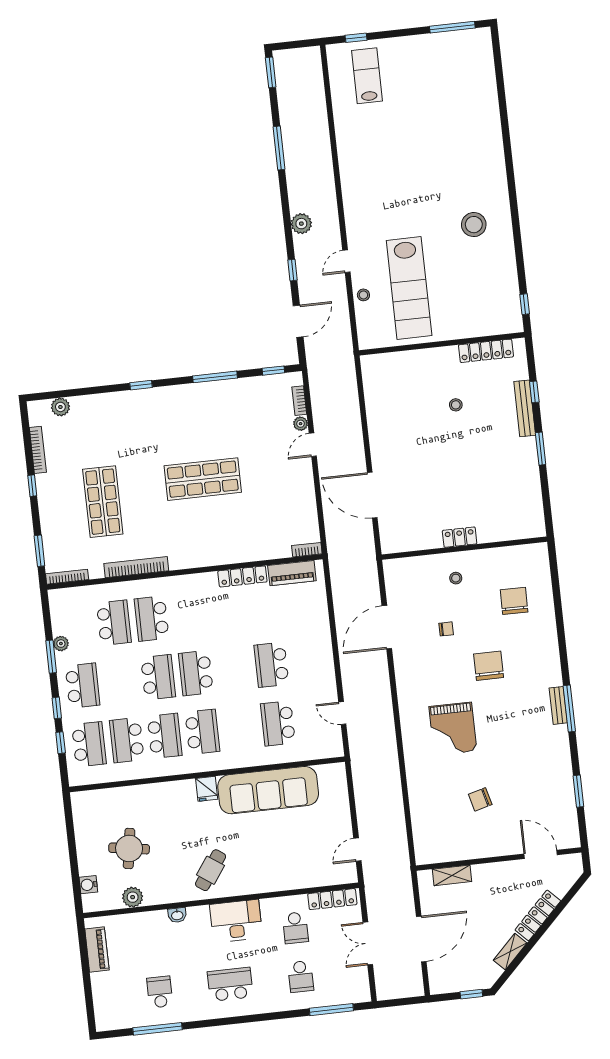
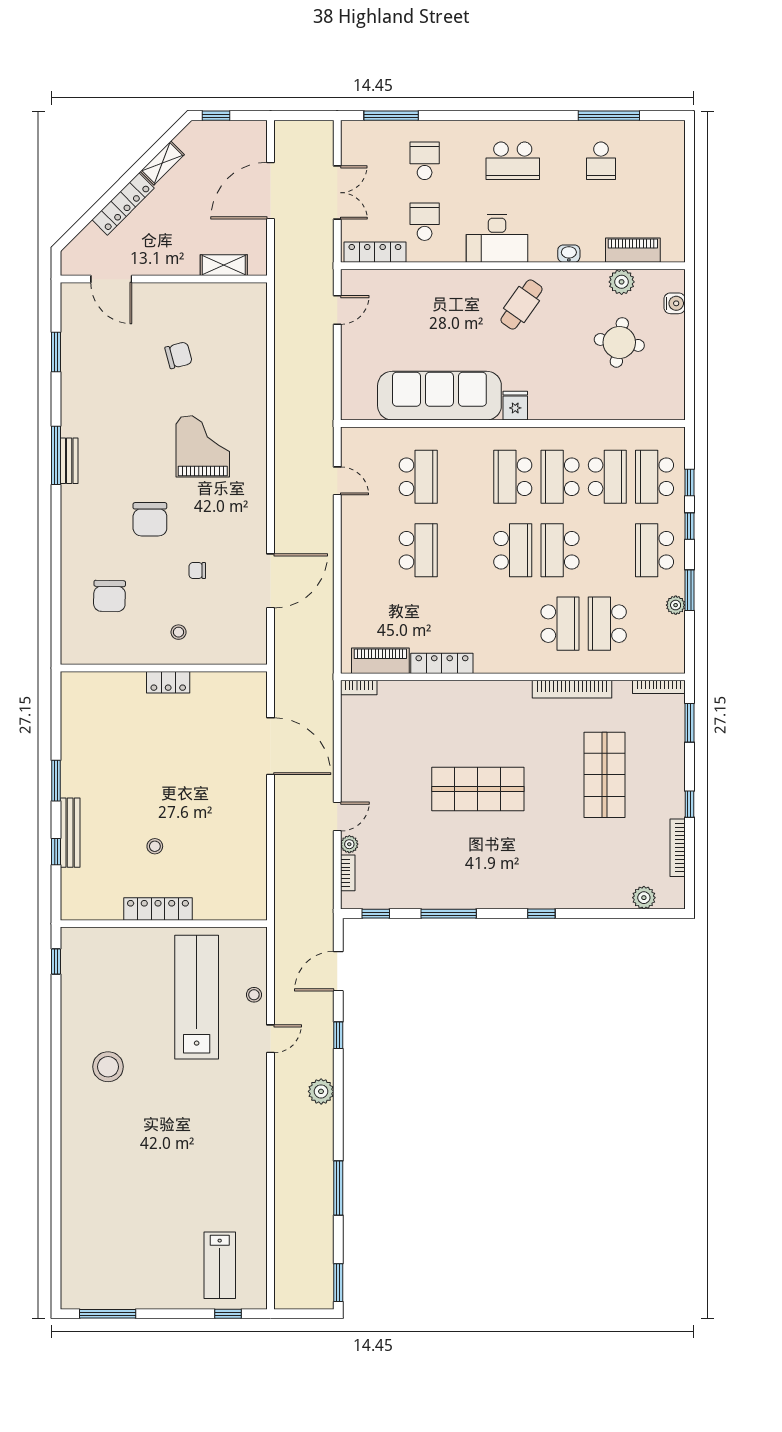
locker: (486, 351) -> (158, 909), moved
piano: (97, 950) -> (633, 250), moved, turned 90

